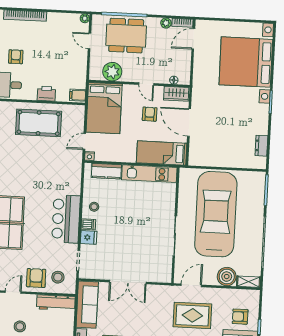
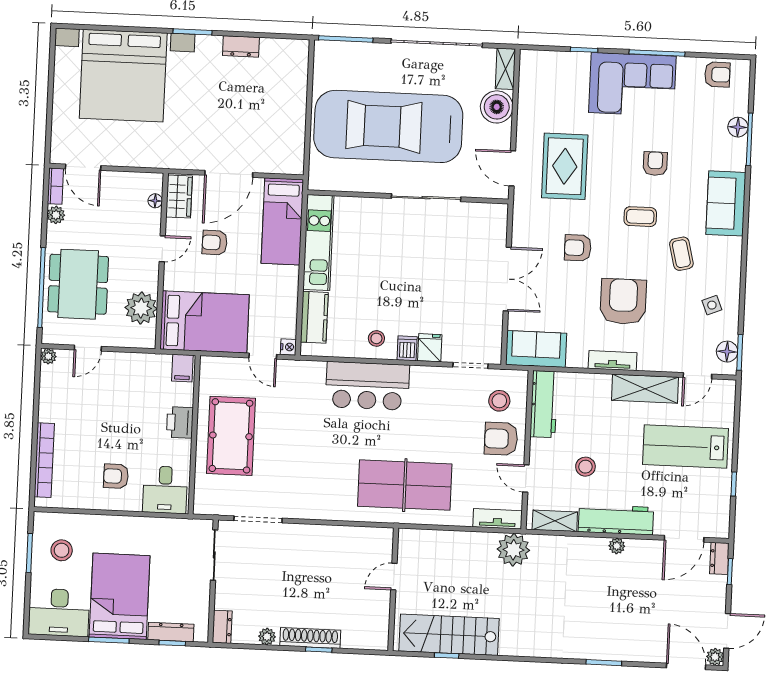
dresser: (261, 146) -> (241, 46), moved
bar counter: (66, 219) -> (367, 386), moved
sofa: (87, 305) -> (536, 349), width x0.73
armchair: (240, 317) -> (578, 248), moved, turned 90

